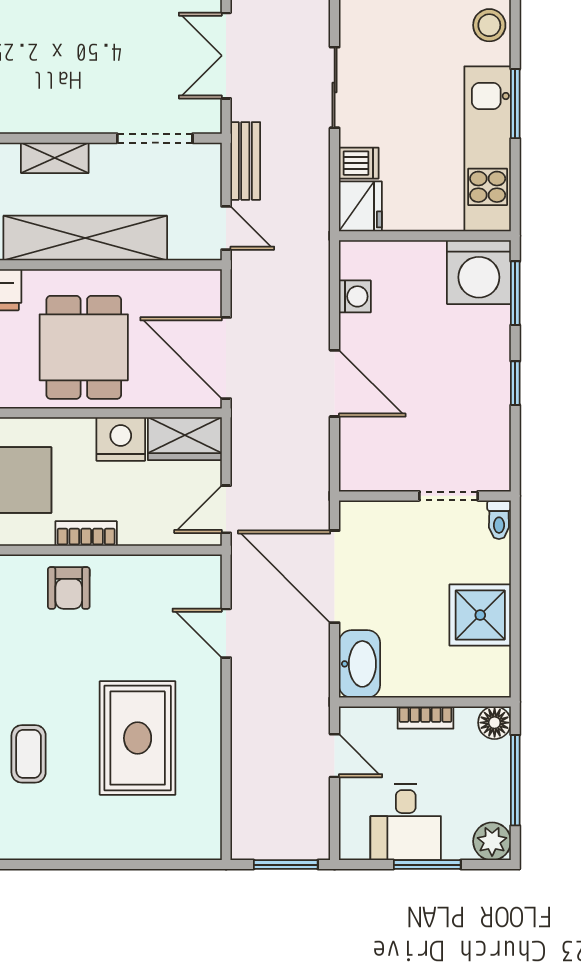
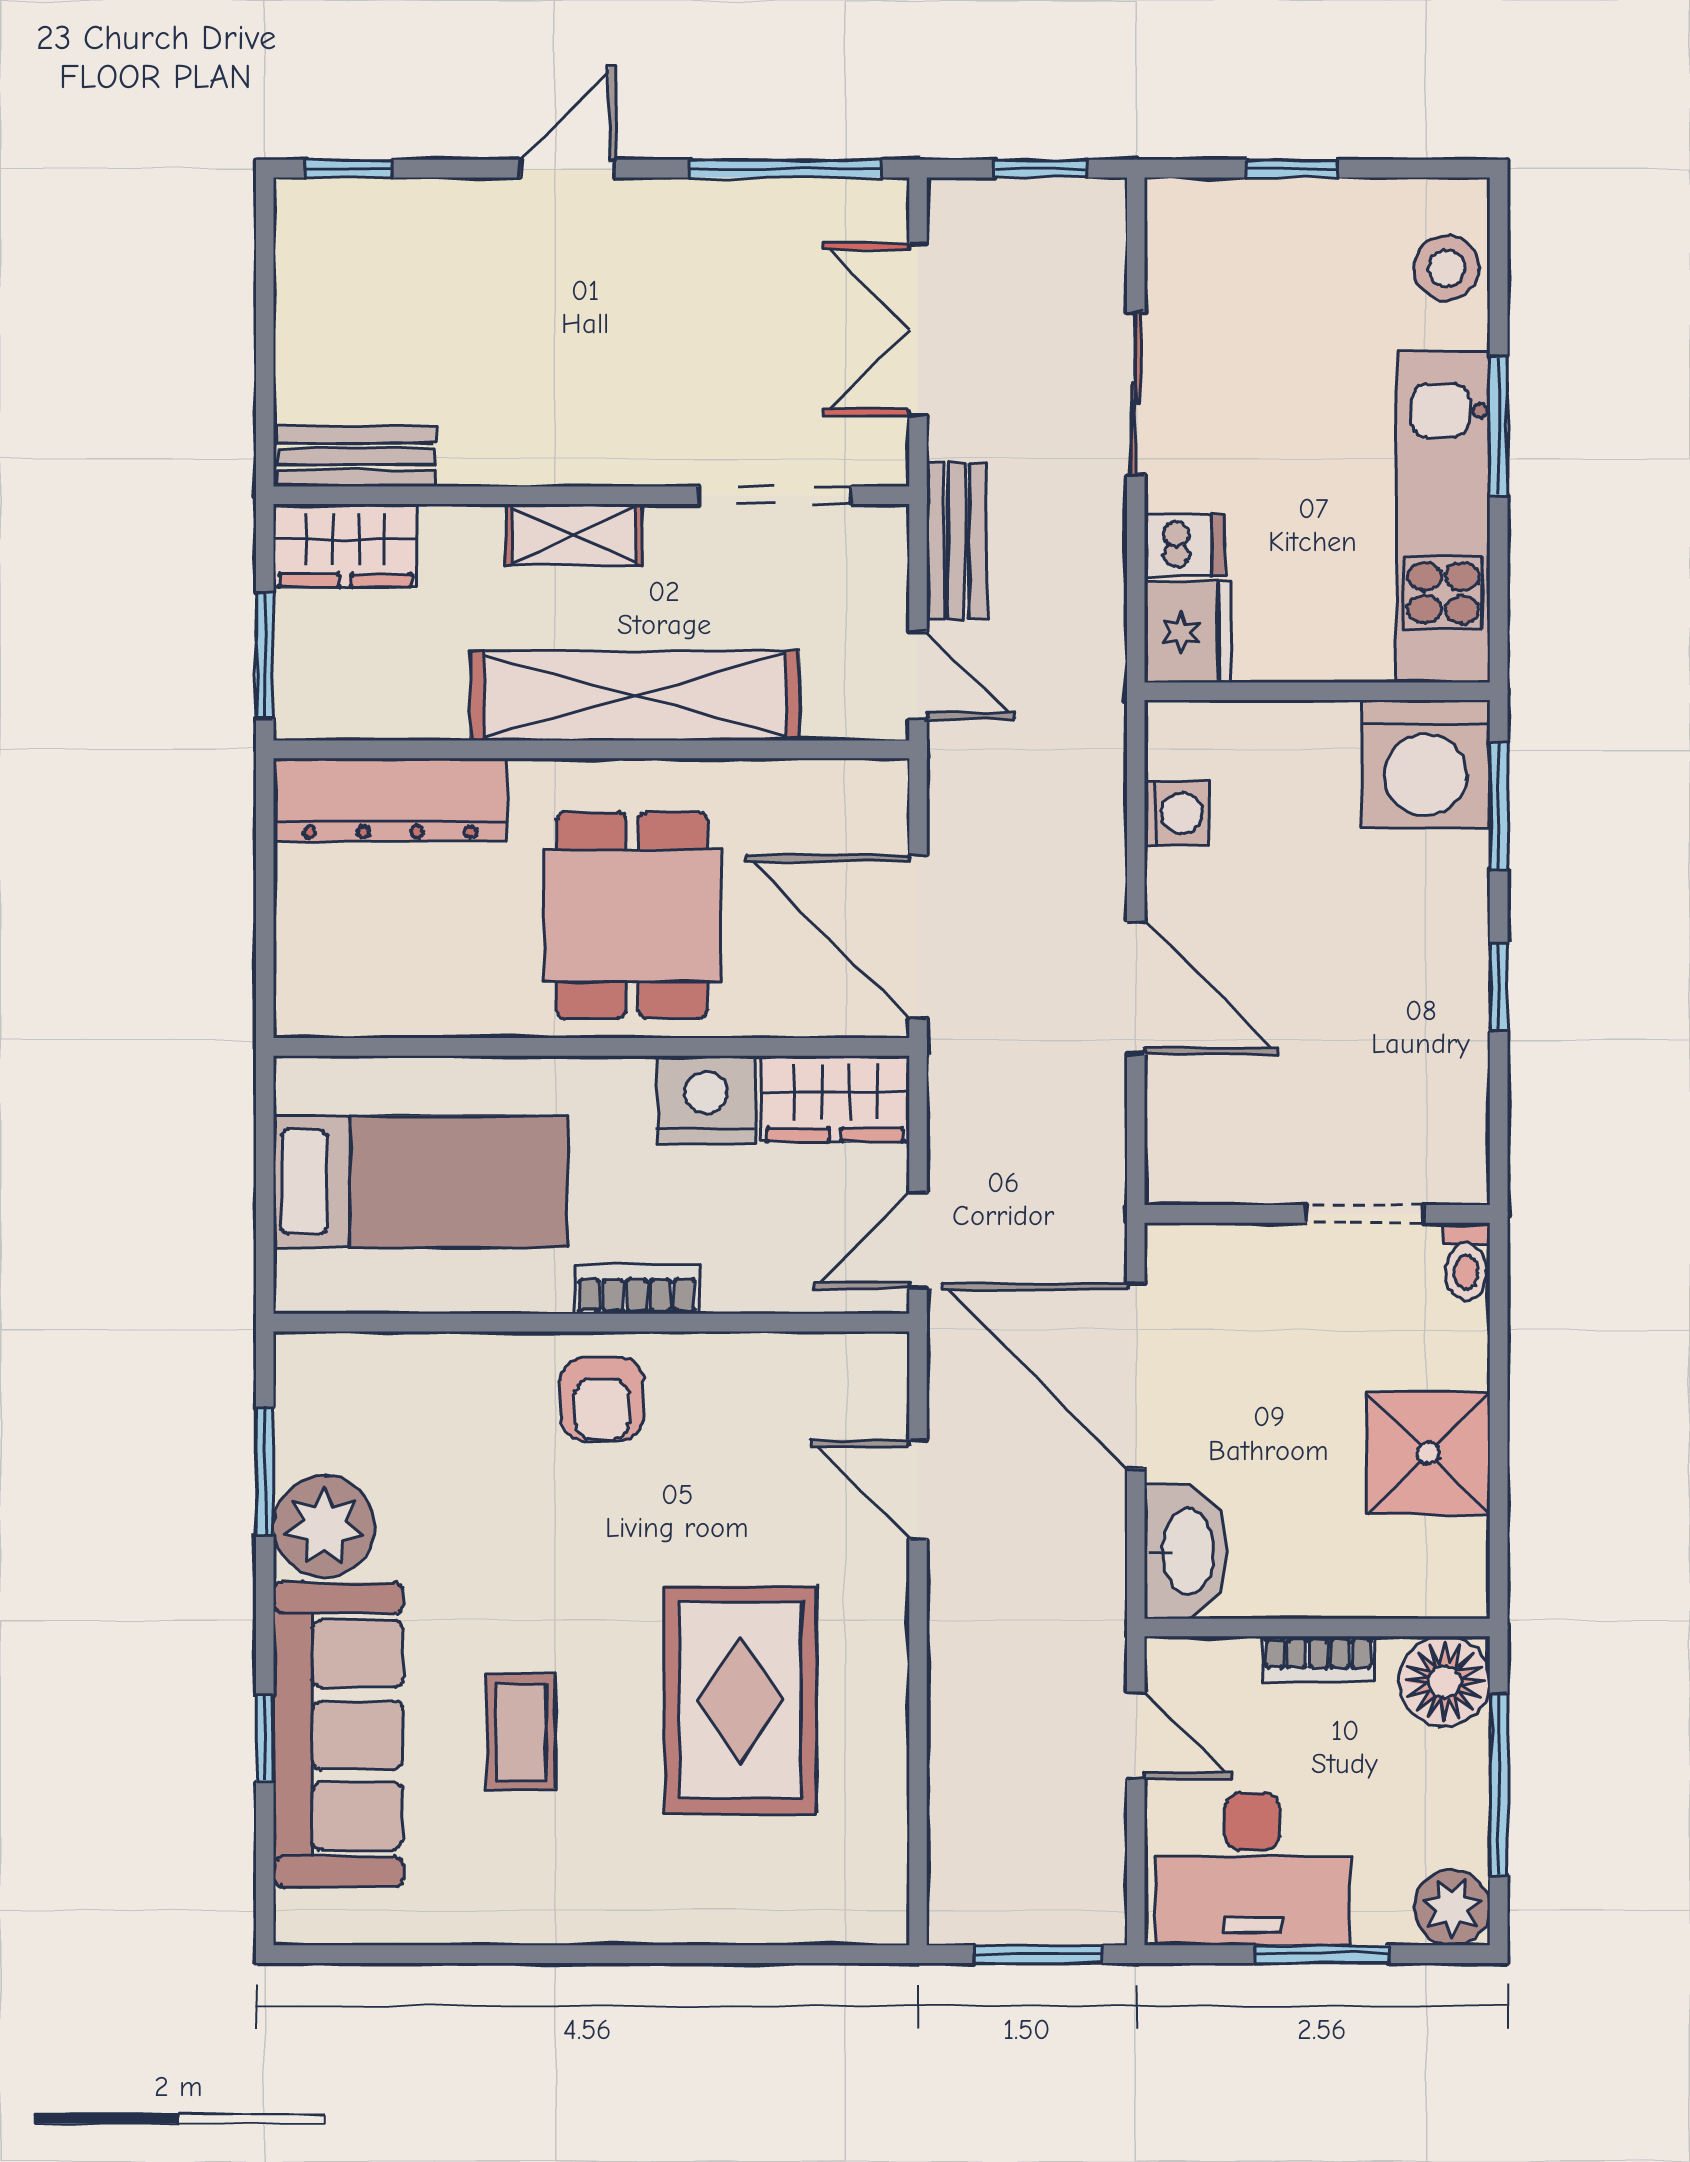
floor lamp: (495, 723) -> (1445, 1682), width x1.38, depth x1.38
desk: (406, 822) -> (1252, 1869), width x1.37

